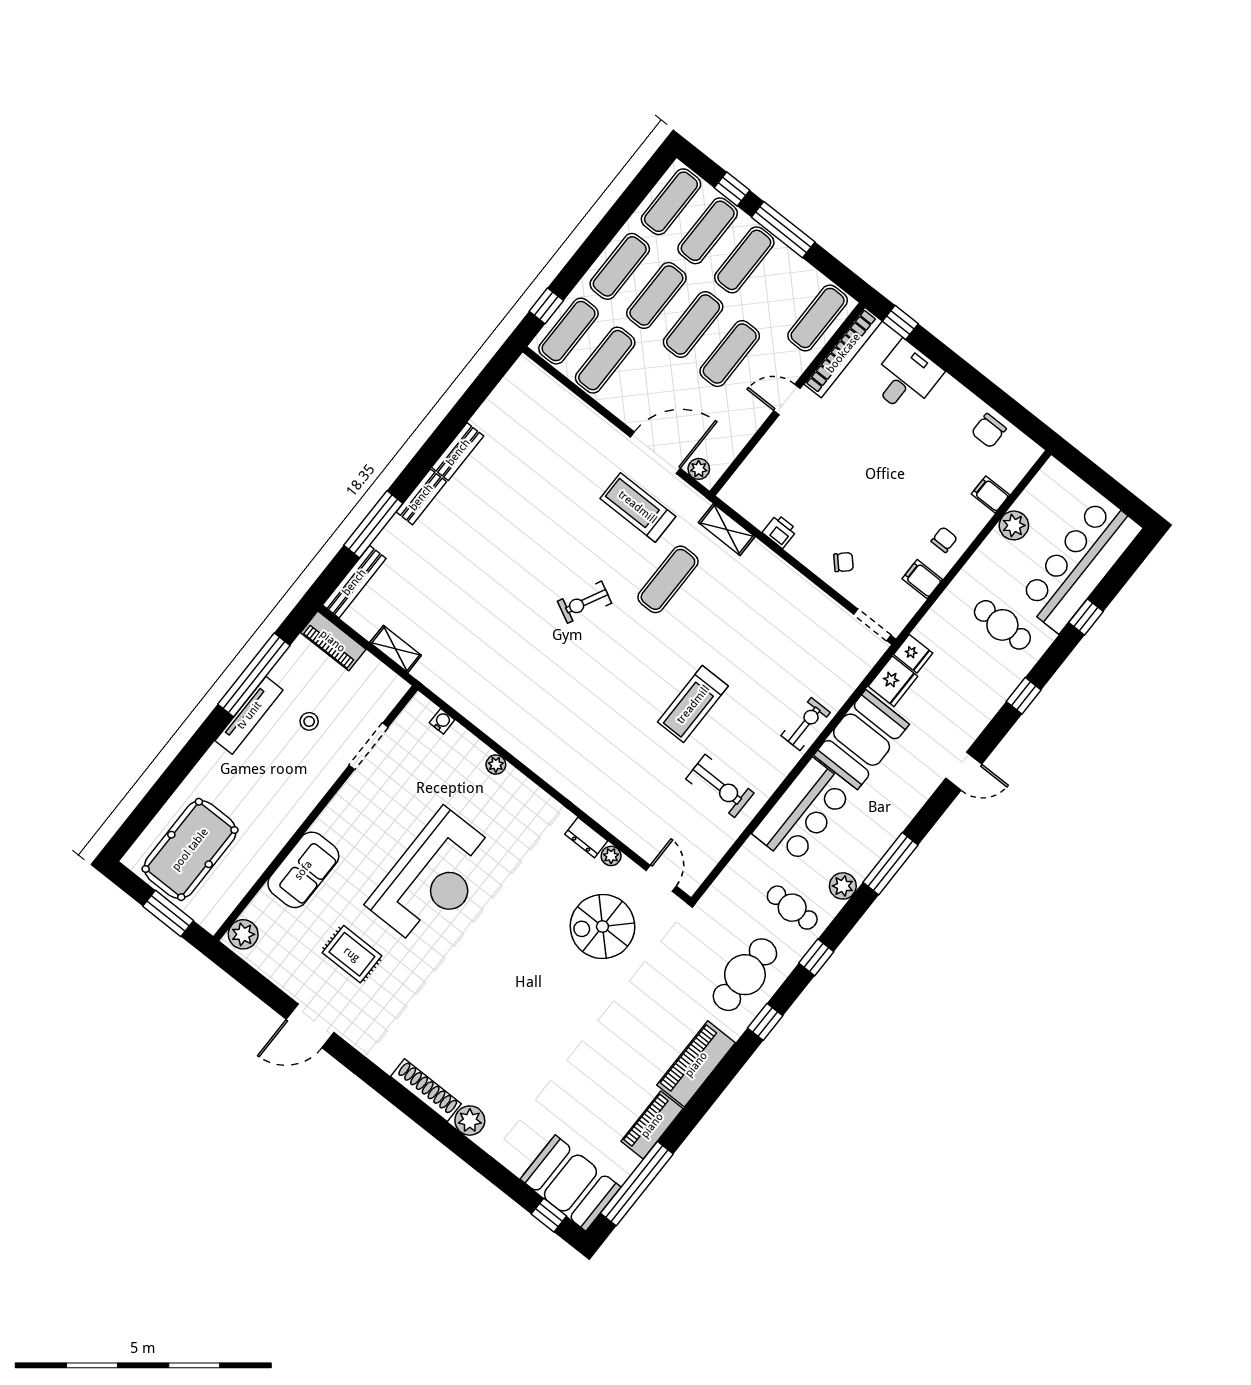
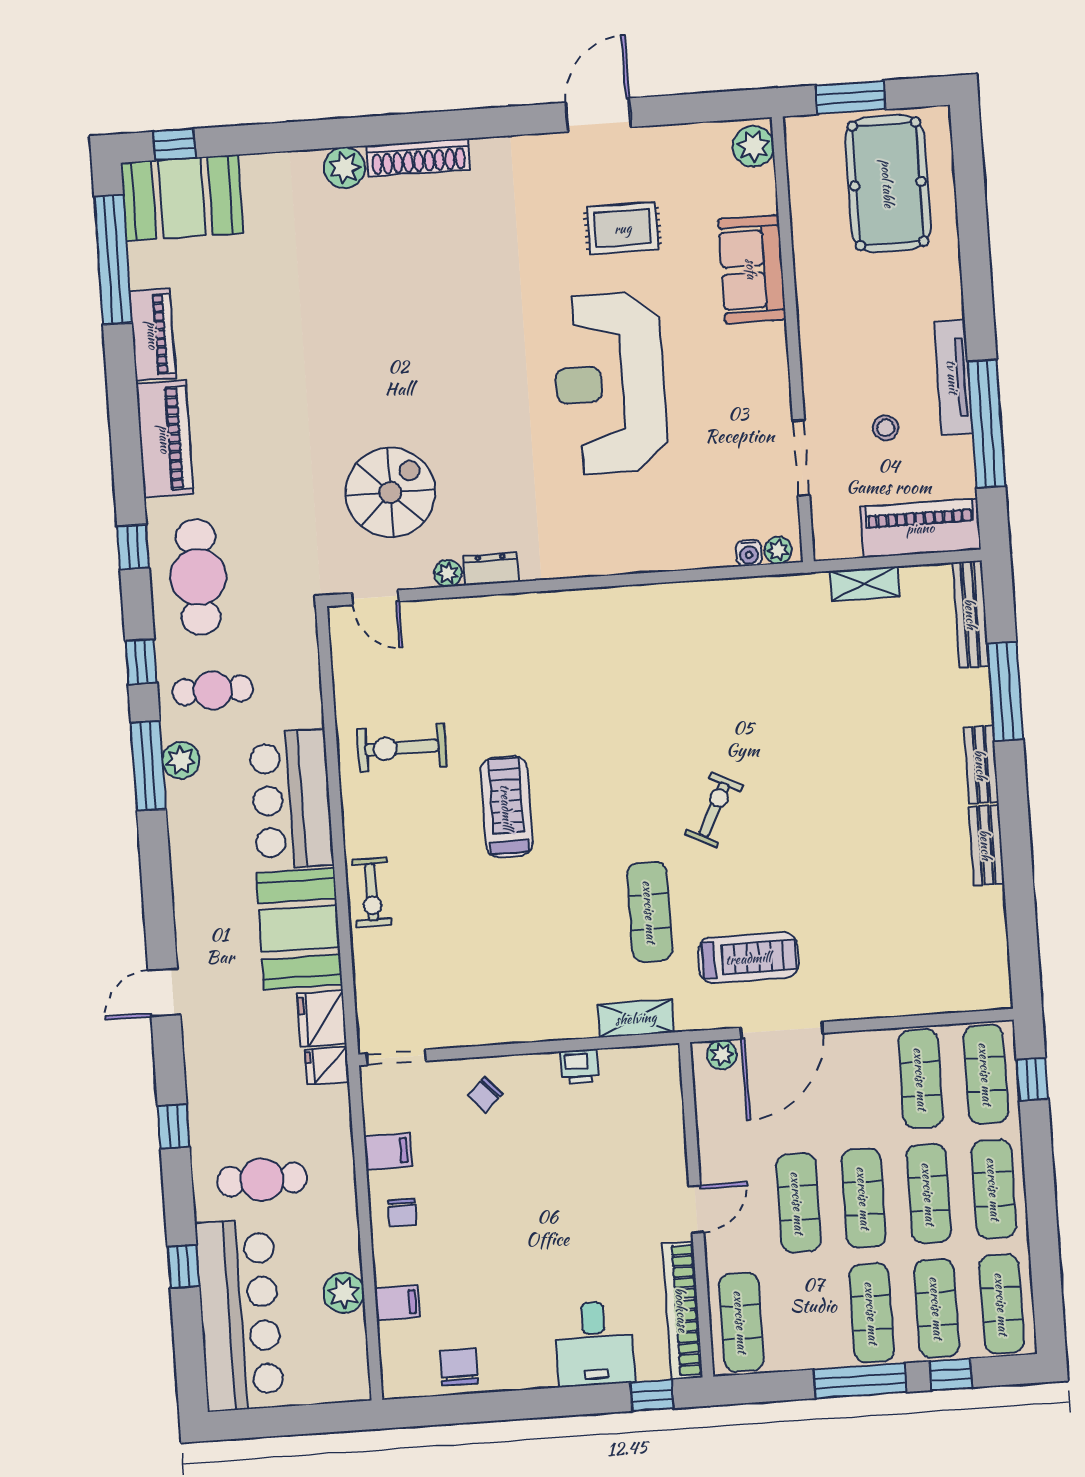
piano: (333, 641) -> (920, 528), width x1.37, depth x1.33
plant: (496, 765) -> (778, 550), moved
window: (890, 864) -> (148, 766), moved

